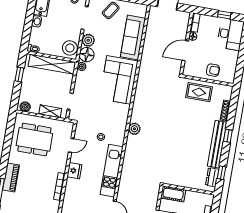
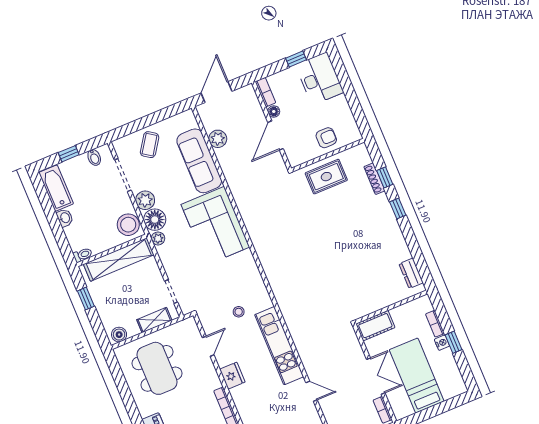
plant: (134, 129) -> (218, 139), moved
dining table: (34, 139) -> (157, 368), turned 90
bench: (217, 144) -> (391, 228), removed
window: (221, 173) -> (385, 177), moved

